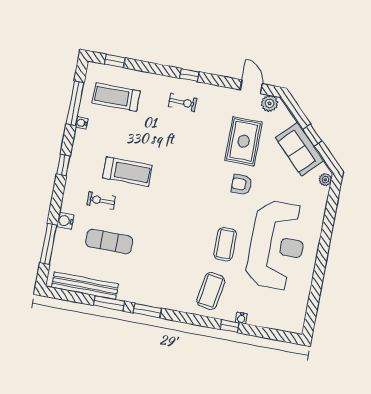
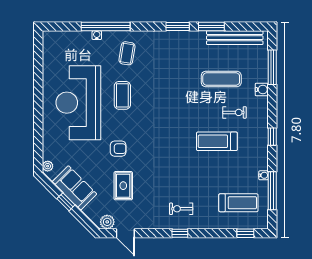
rug: (244, 141) -> (123, 186), width x0.73, depth x0.70
coffee table: (211, 291) -> (127, 53), width x0.73, depth x0.77
window: (229, 326) -> (106, 27), width x3.17

